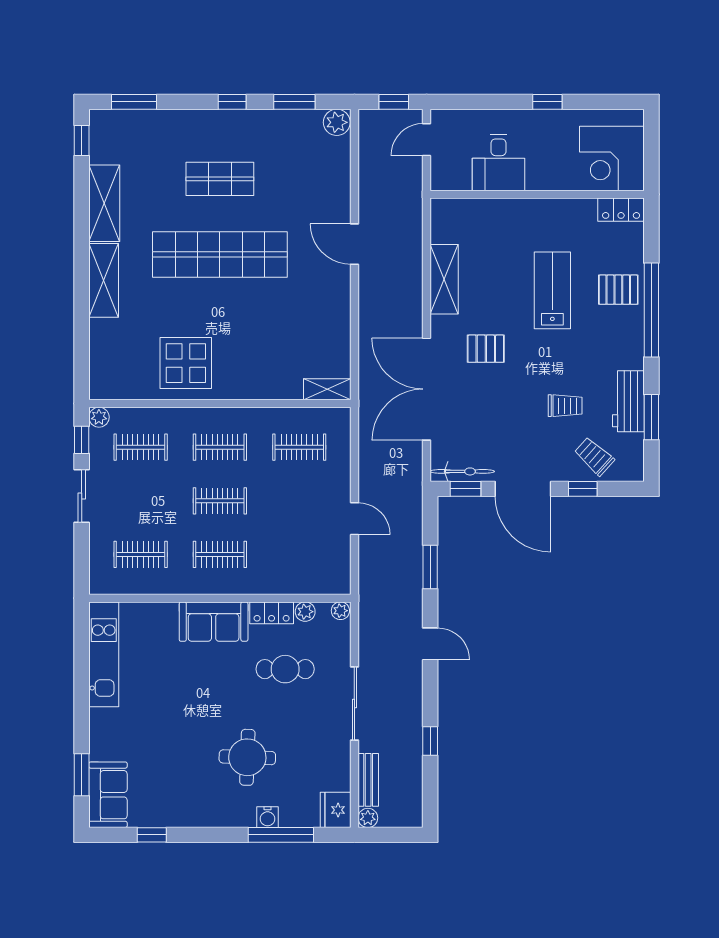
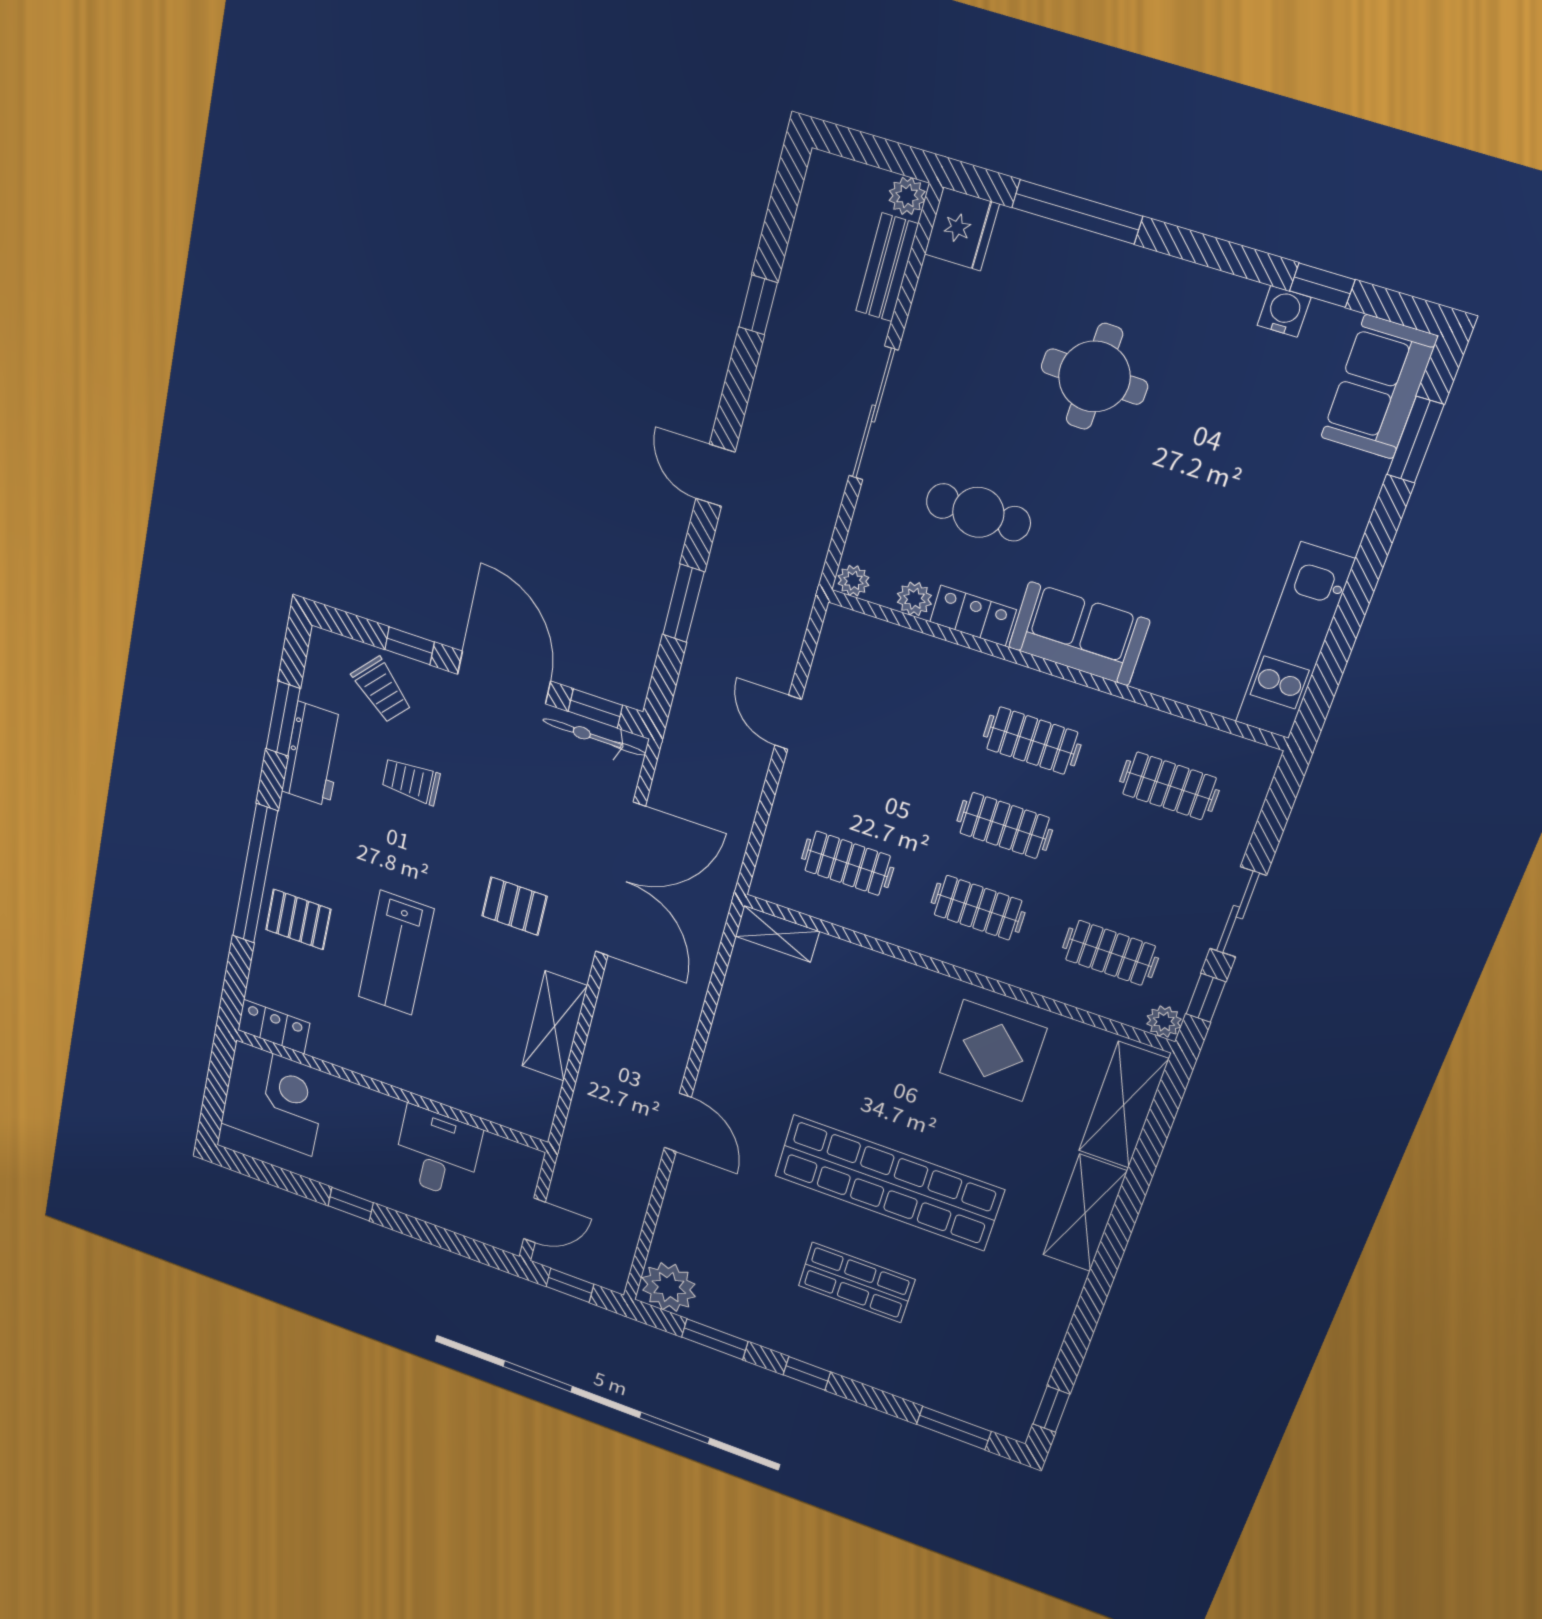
plant: (337, 122) -> (669, 1287), width x1.36, depth x1.36
shelving: (104, 203) -> (1124, 1105), moved
water cooler: (268, 817) -> (1284, 311), moved

